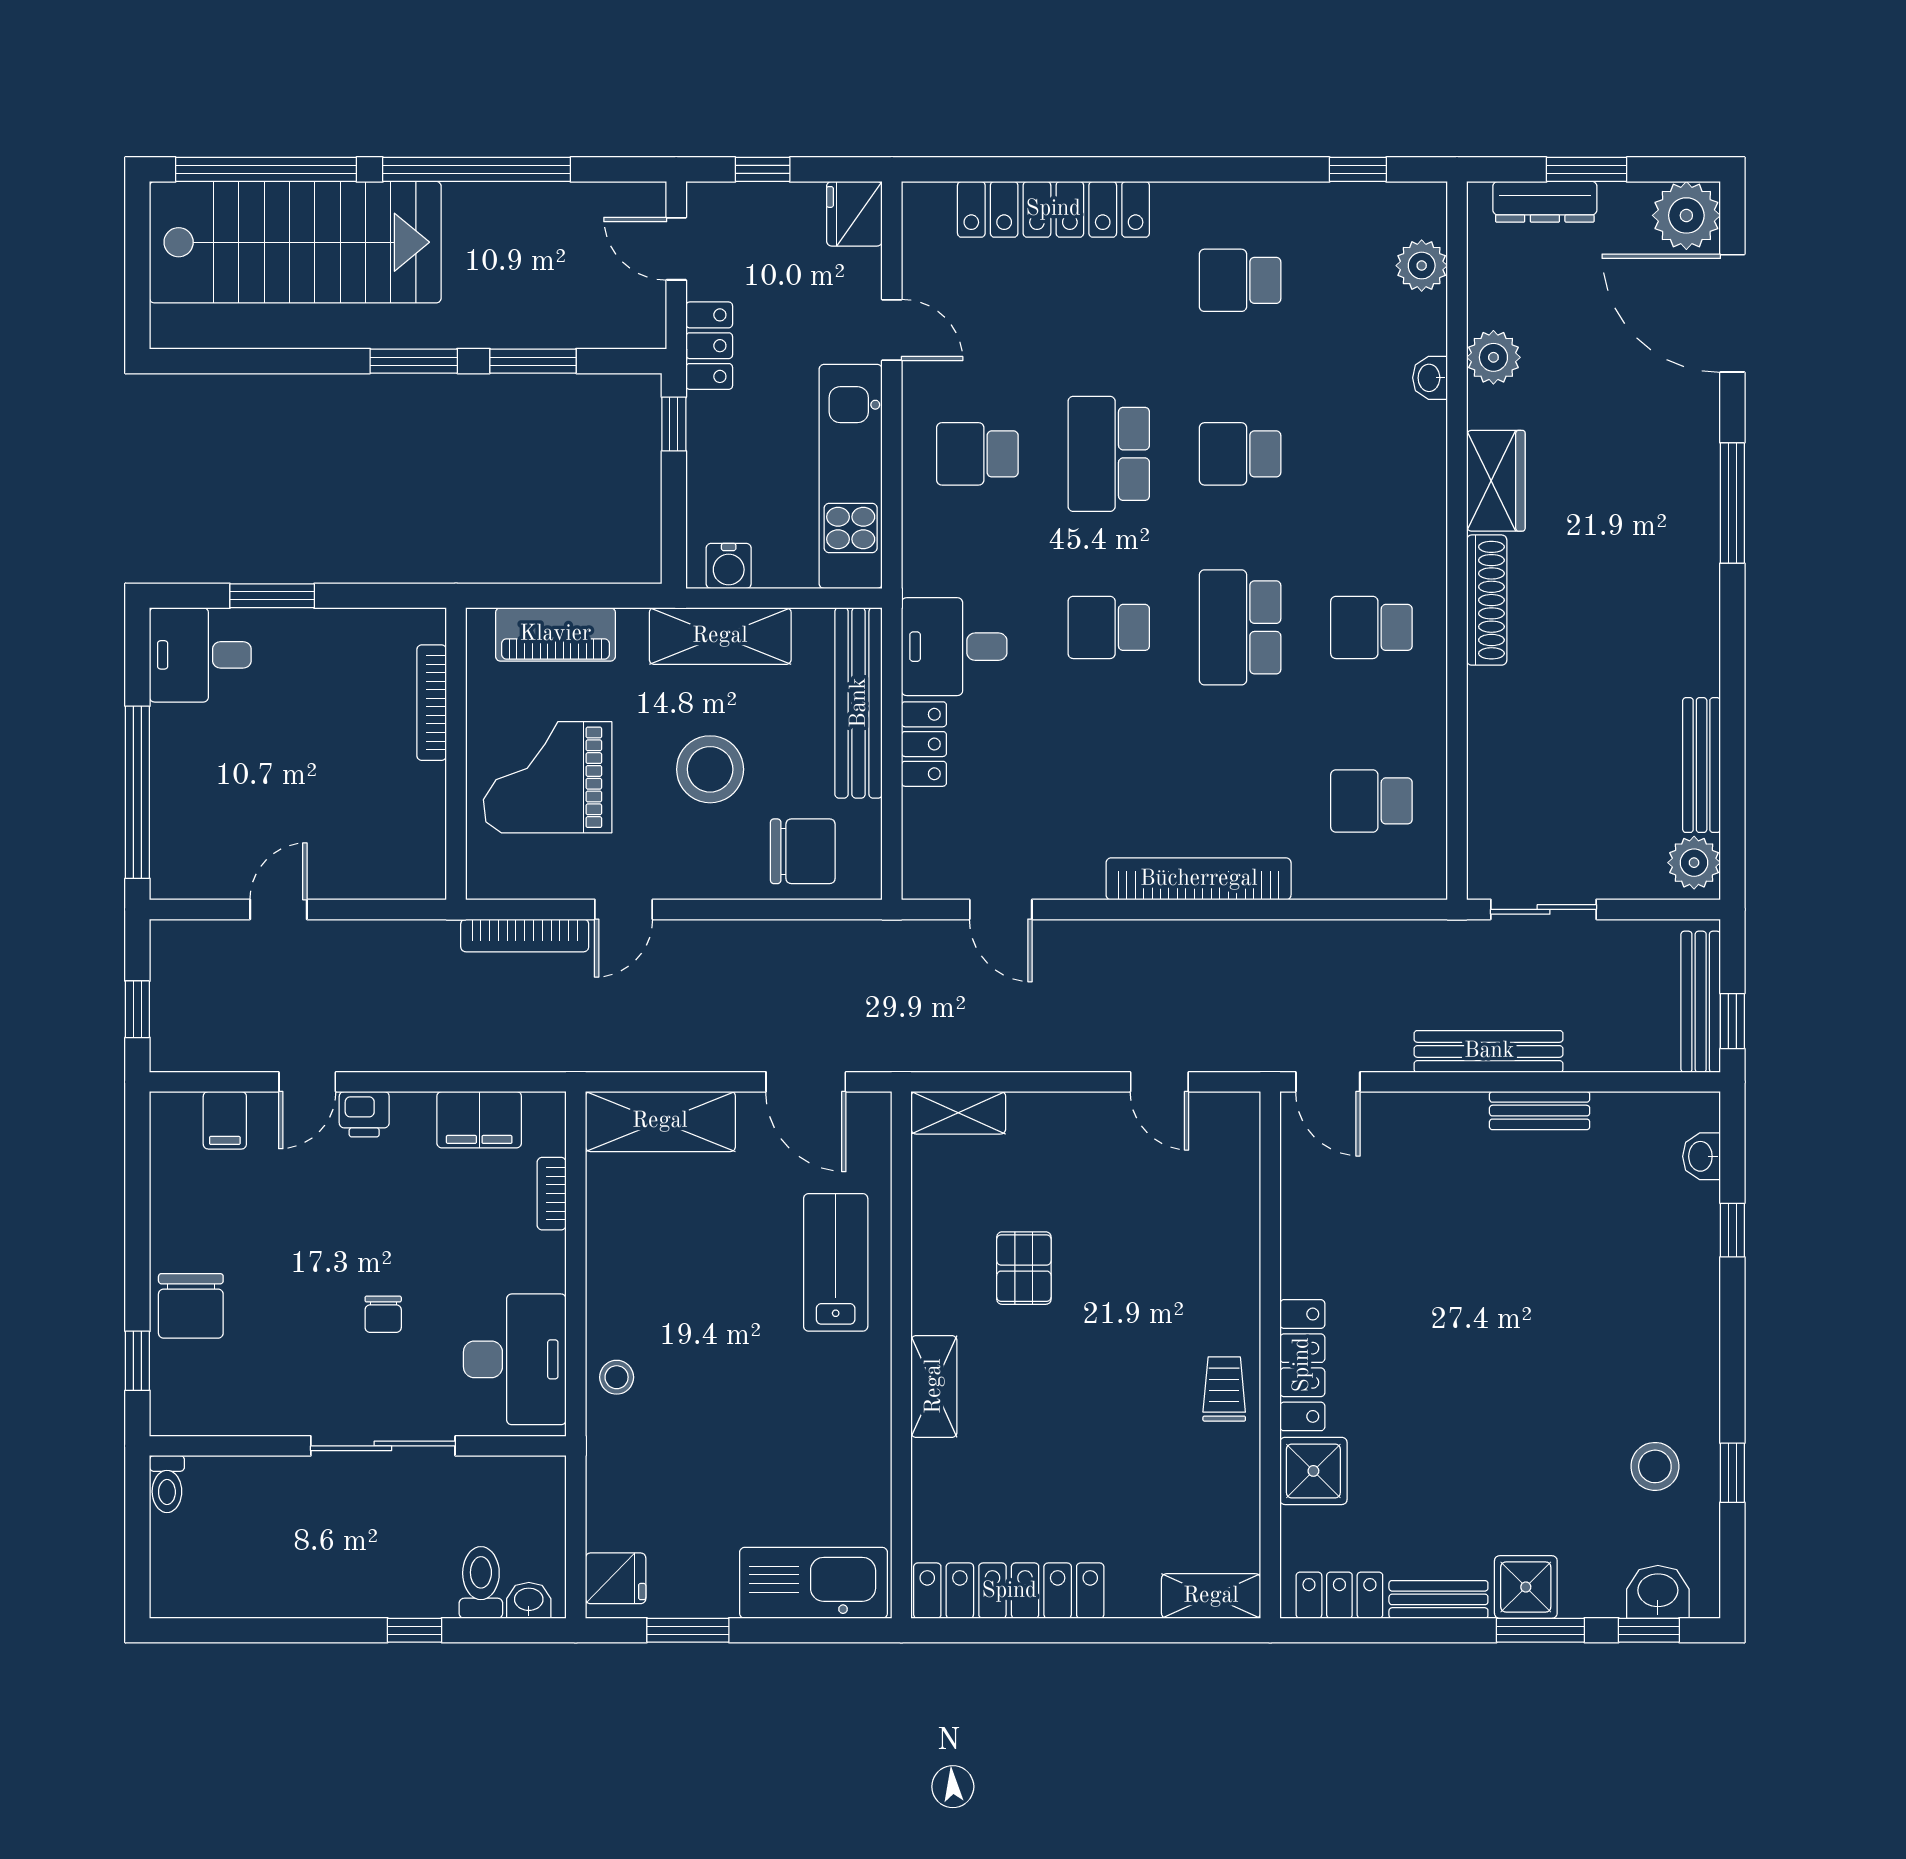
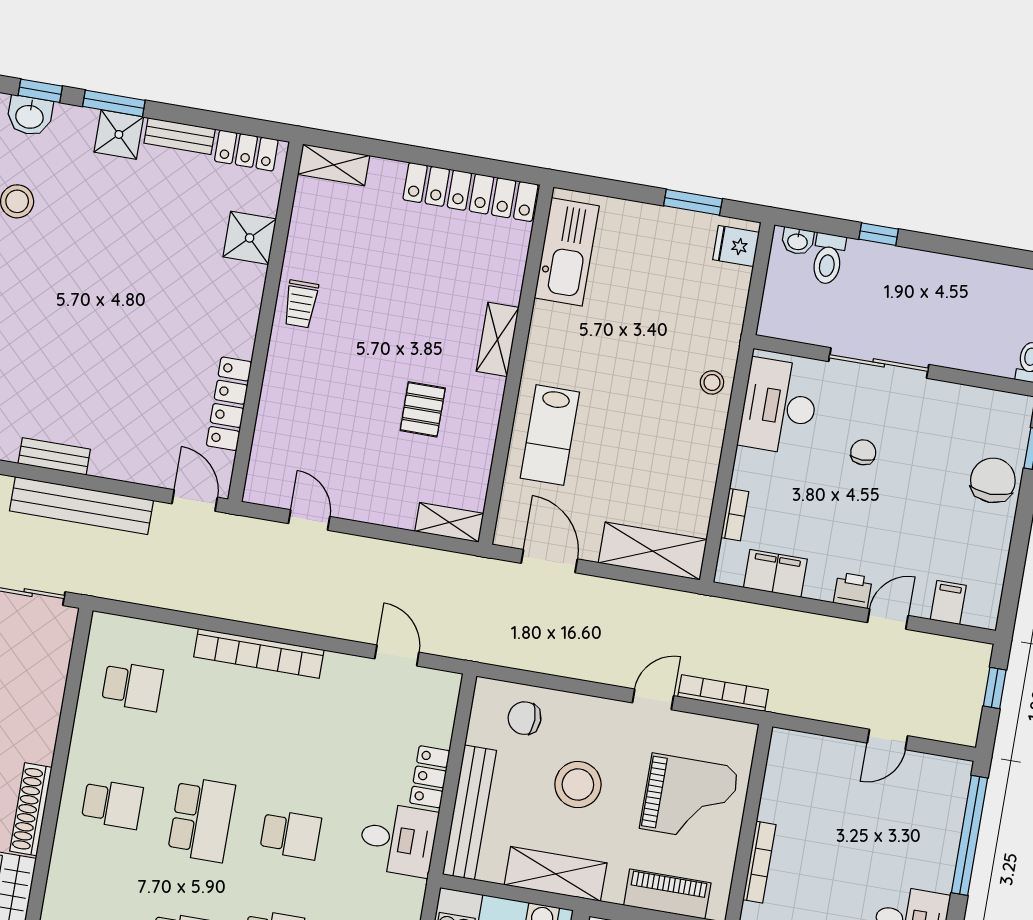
chair: (803, 851) -> (524, 718), width x0.73, depth x0.73
bench: (1489, 1051) -> (81, 506), width x1.37, depth x1.21
locker: (1302, 1365) -> (229, 404), moved
kitchen sink: (813, 1583) -> (567, 252), moved, turned -90

